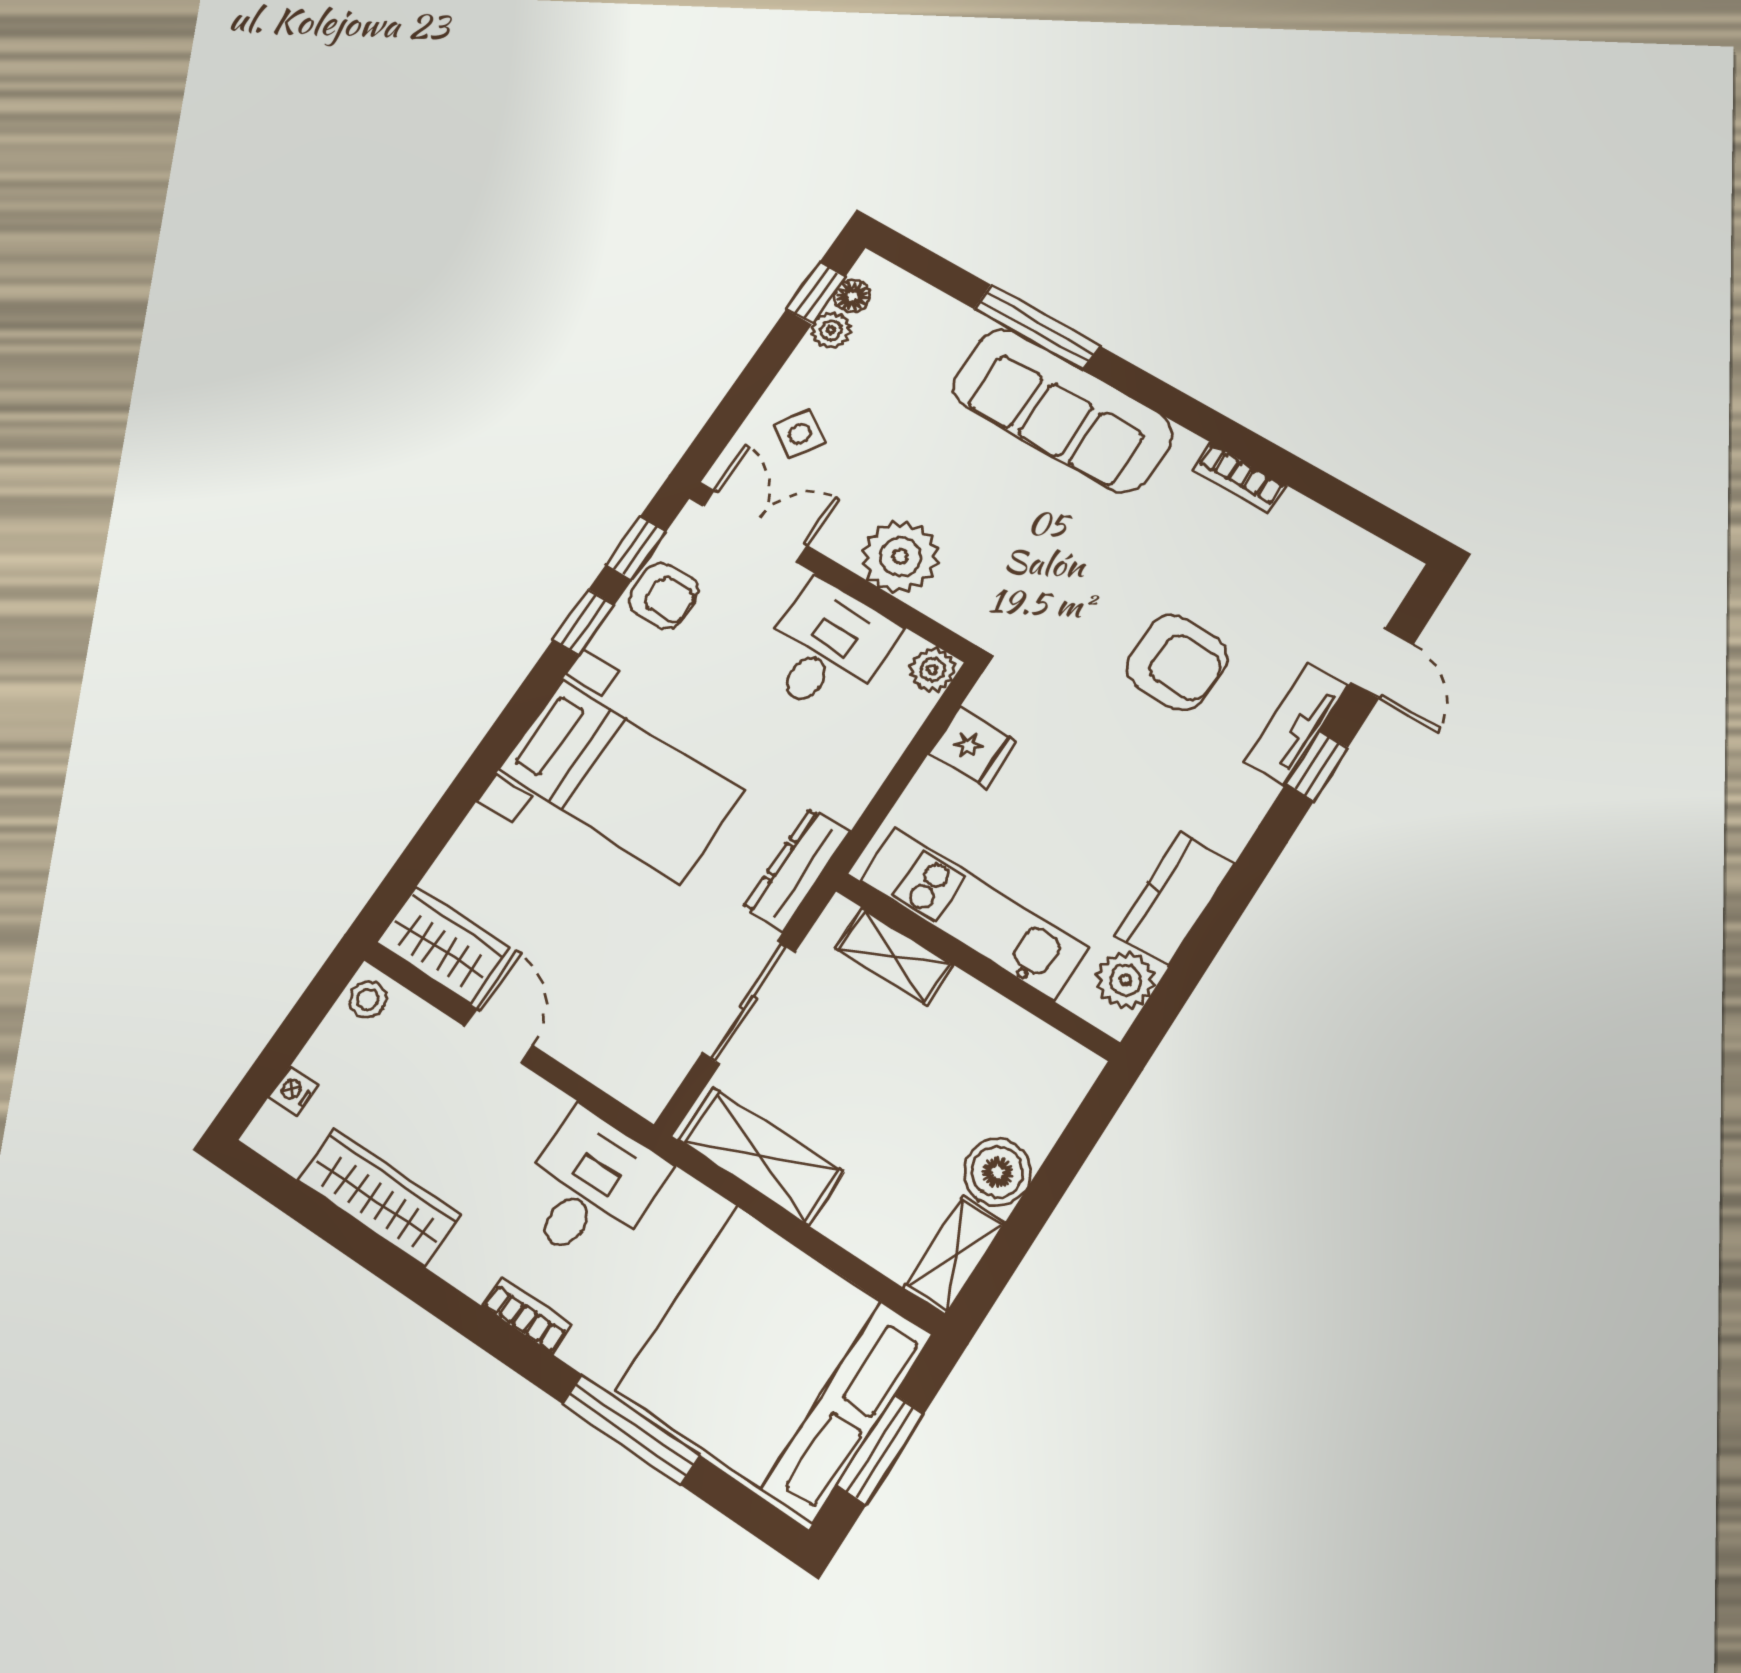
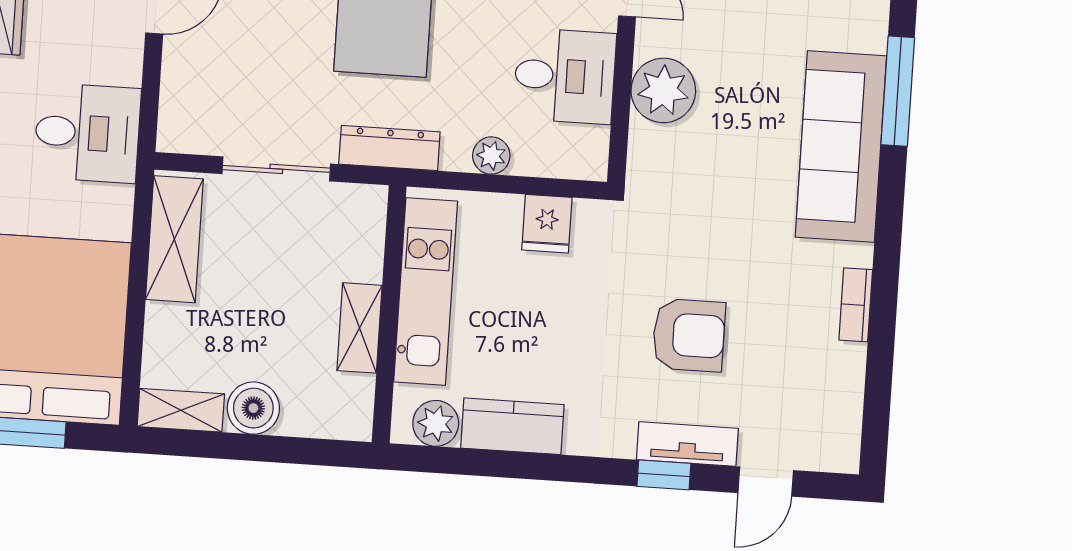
armchair: (1177, 662) -> (689, 335), turned -92
plant: (932, 669) -> (491, 156), moved
shelving: (894, 957) -> (359, 328), moved

